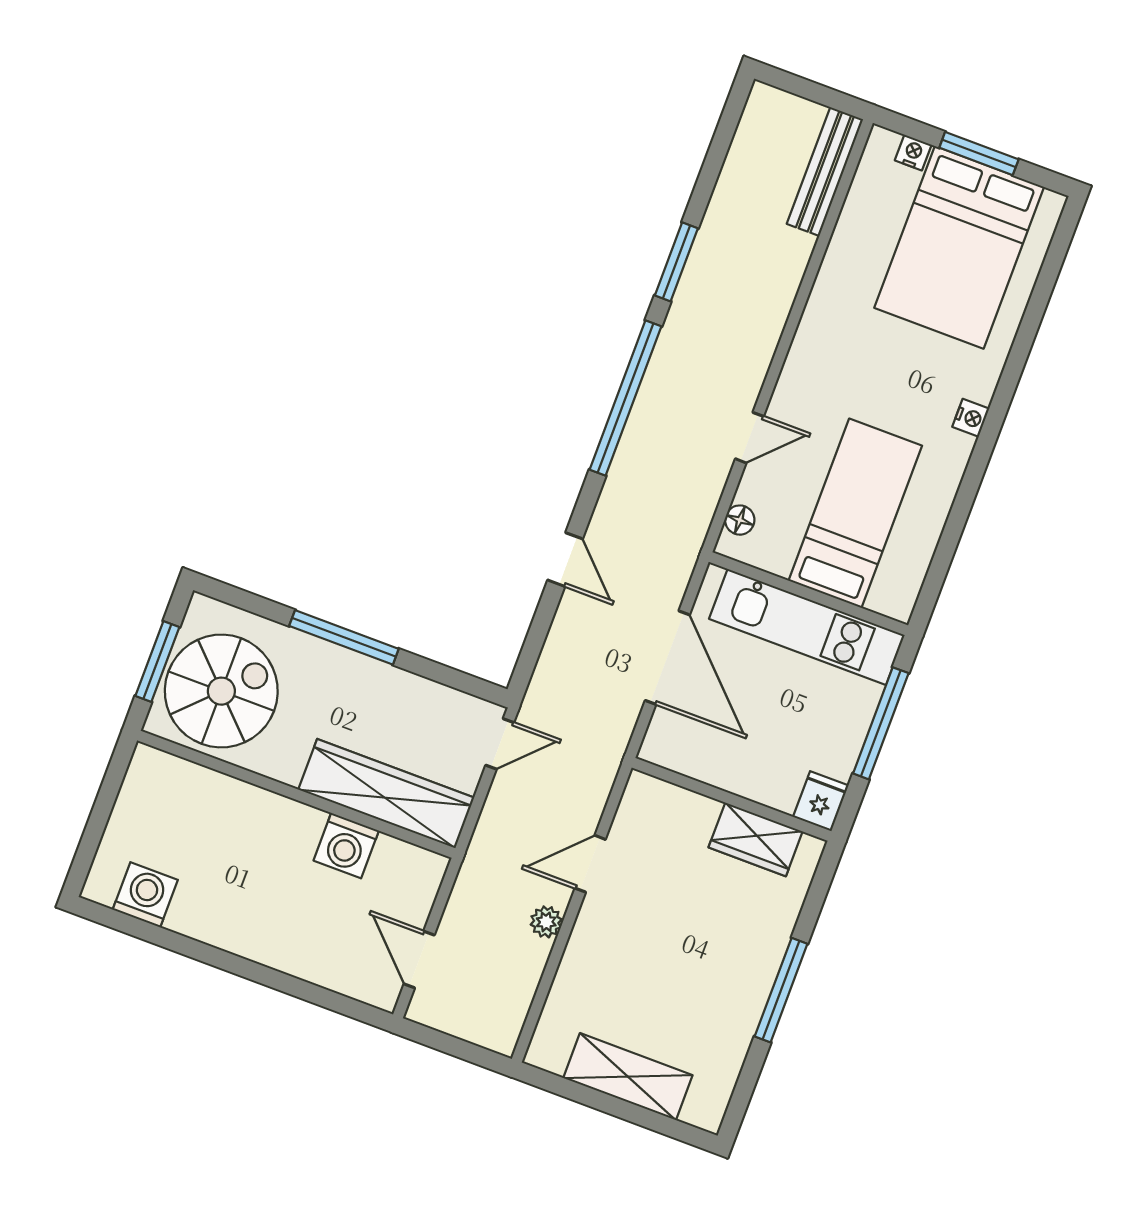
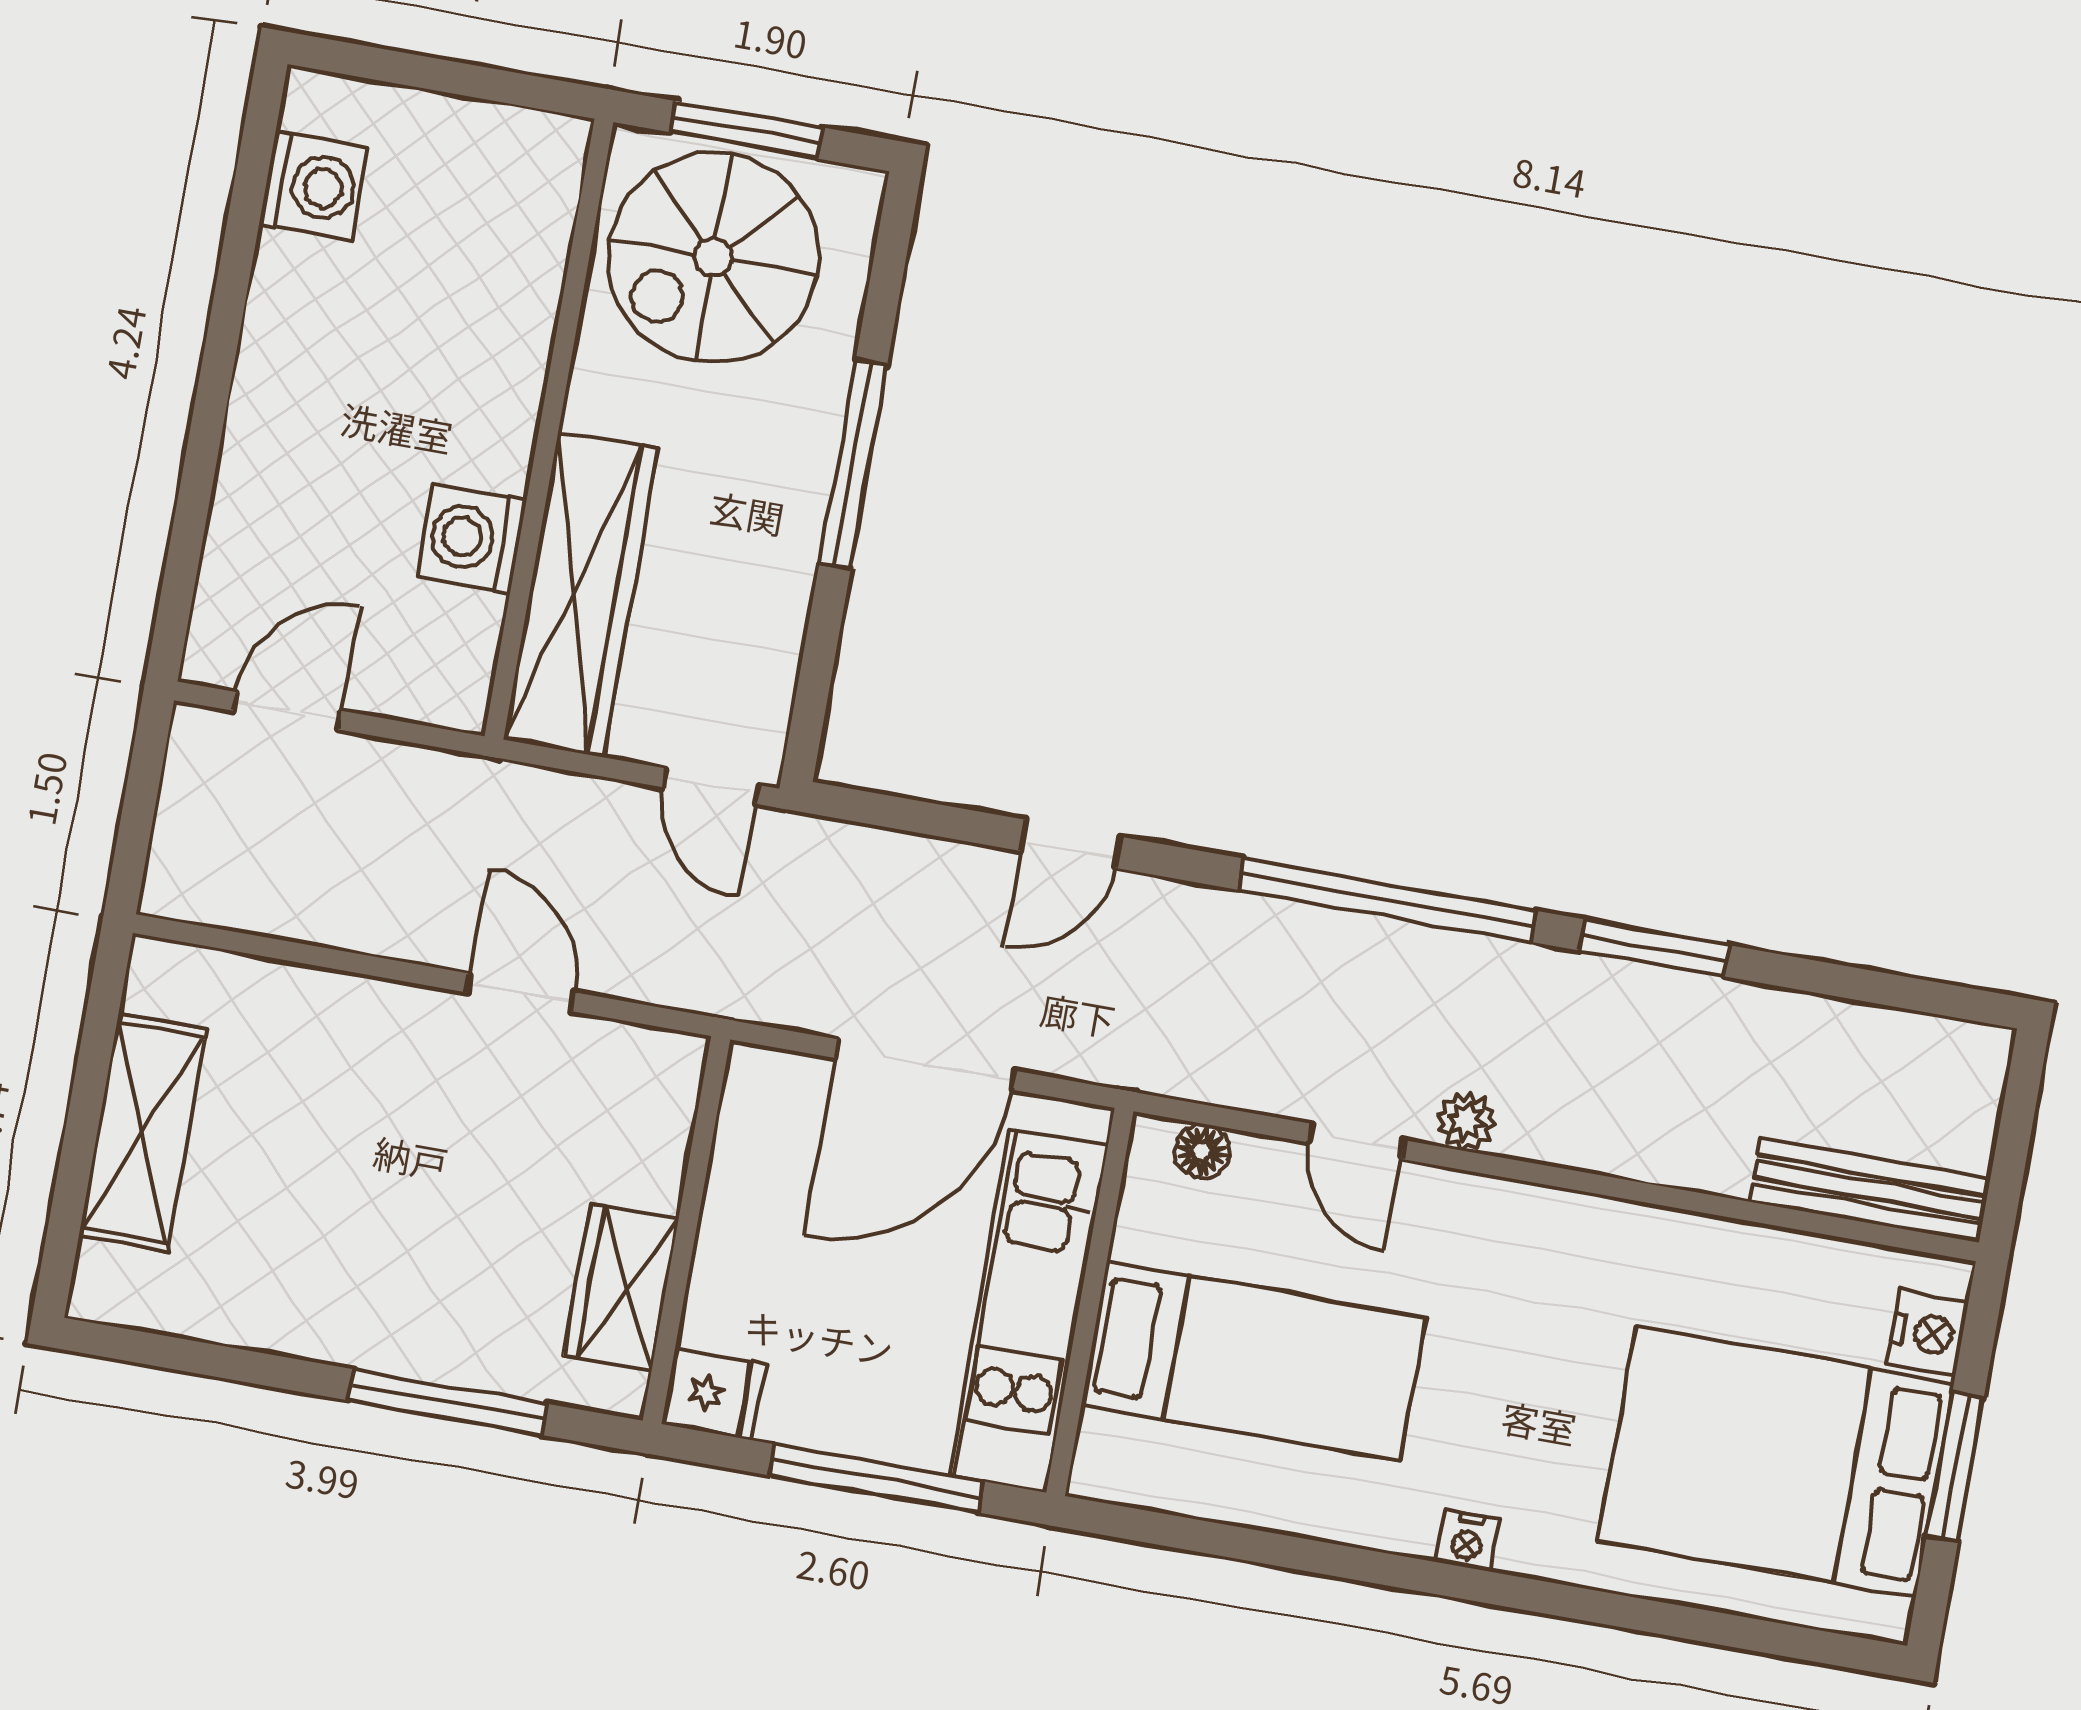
nightstand: (913, 153) -> (1928, 1334), width x1.39, depth x1.35
spiral stairs: (221, 691) -> (713, 257), turned 90
plant: (546, 922) -> (1466, 1121), moved
window: (781, 990) -> (448, 1402), moved

